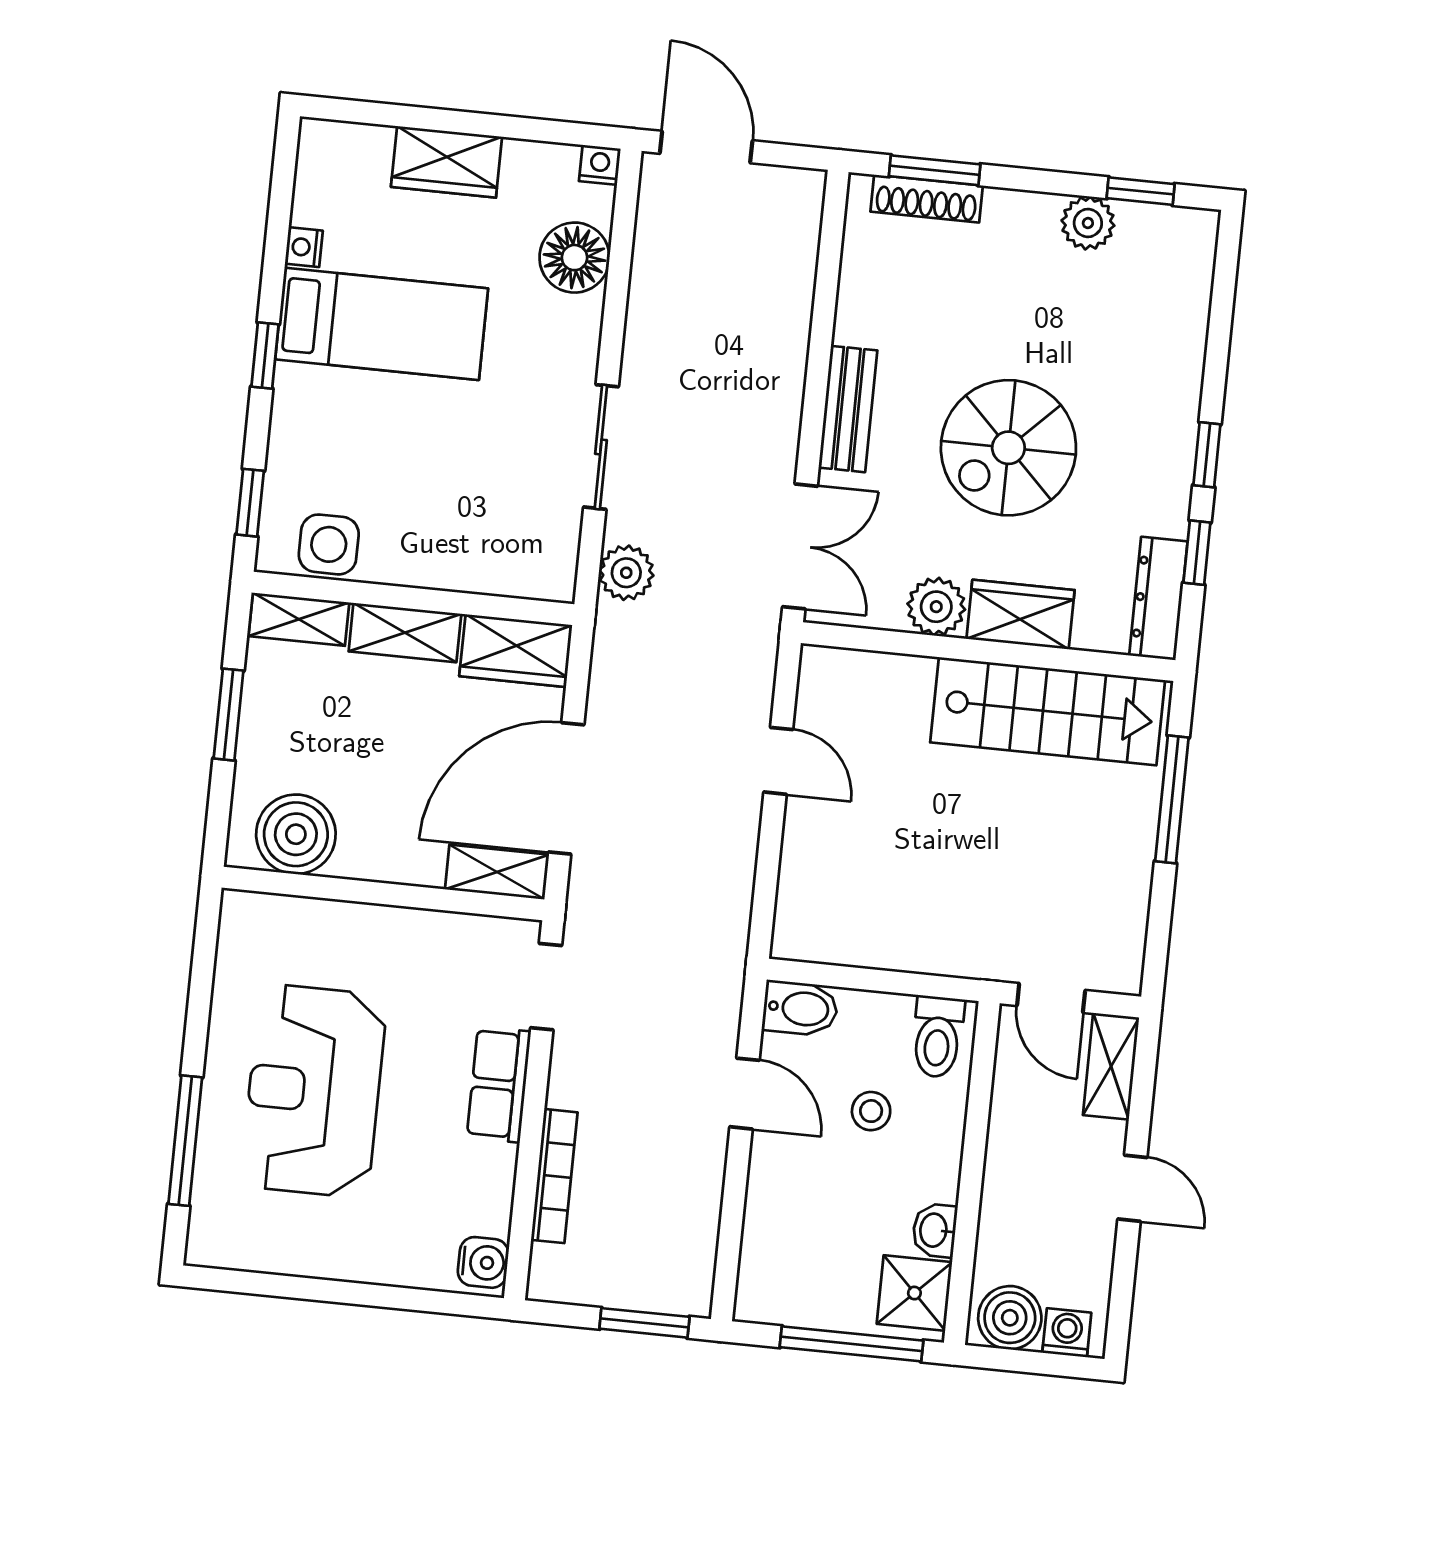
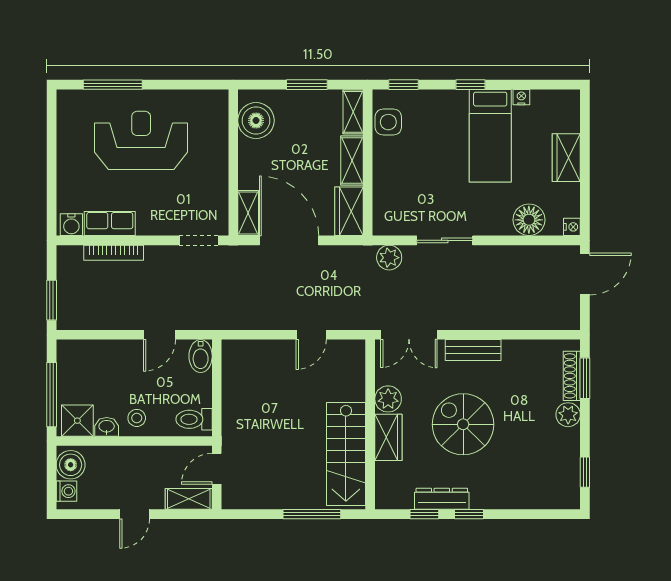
plant: (1088, 223) -> (568, 415), moved
dresser: (1158, 598) -> (442, 499), moved
row of seats: (499, 1084) -> (110, 224), moved
stool: (871, 1111) -> (137, 418), moved

